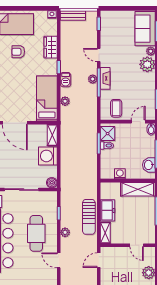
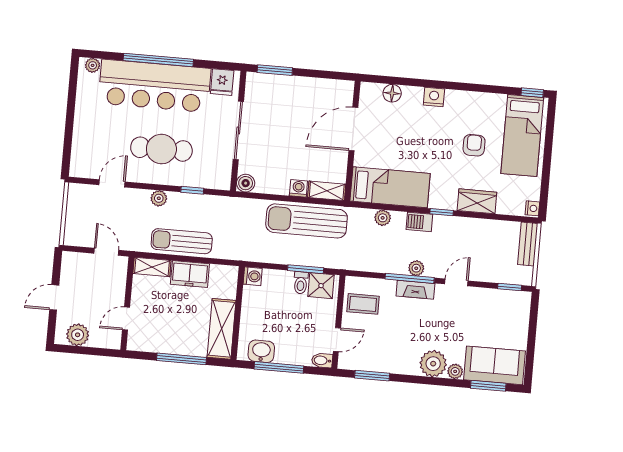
door: (138, 122) -> (337, 340), hinge flipped
sun lounger: (71, 145) -> (307, 221), added
washing machine: (48, 156) -> (298, 188), width x0.53, depth x0.53
washing machine: (120, 174) -> (253, 276), moved

